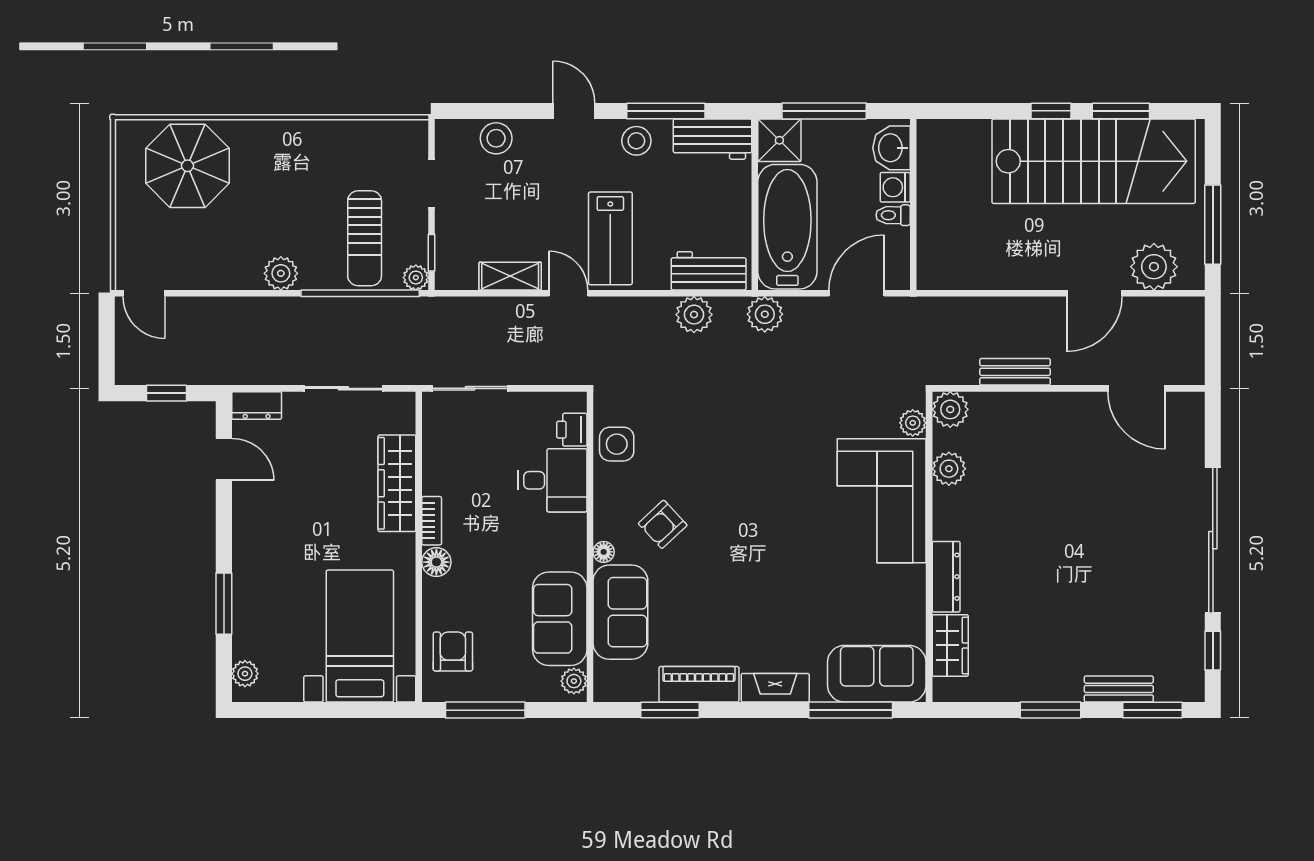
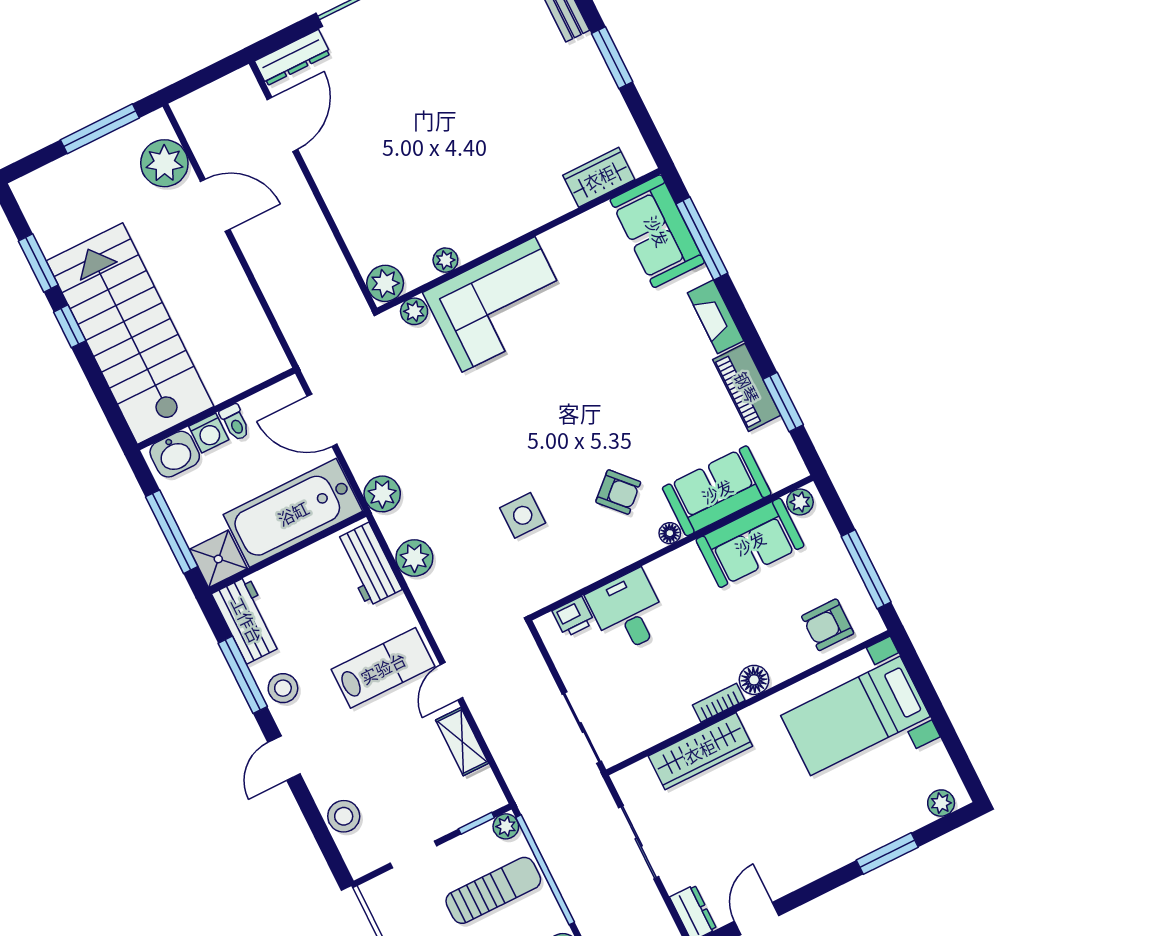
stairs: (1094, 161) -> (130, 334), moved
bench: (1015, 372) -> (322, 242), removed
side table: (617, 444) -> (523, 515), moved
plant: (949, 469) -> (445, 260), width x0.73, depth x0.73
dresser: (946, 577) -> (293, 58), moved, turned 180

